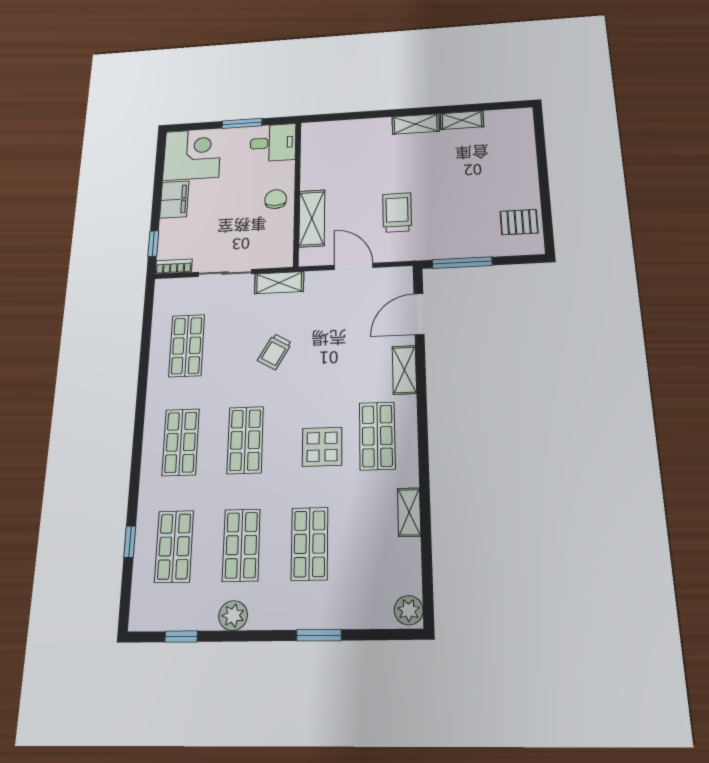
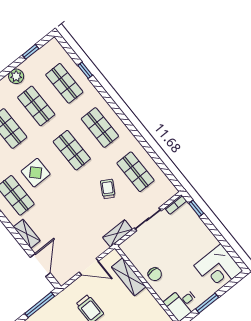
filing cabinet: (174, 199) -> (206, 238), removed
trolley: (275, 352) -> (108, 189), moved

